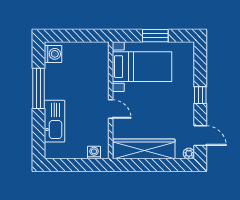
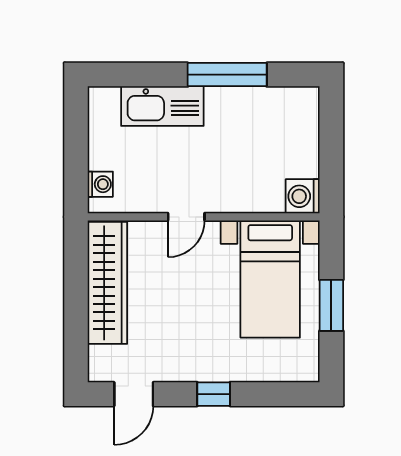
washing machine: (53, 54) -> (303, 196), moved, turned 90
plant: (189, 153) -> (99, 372), removed

